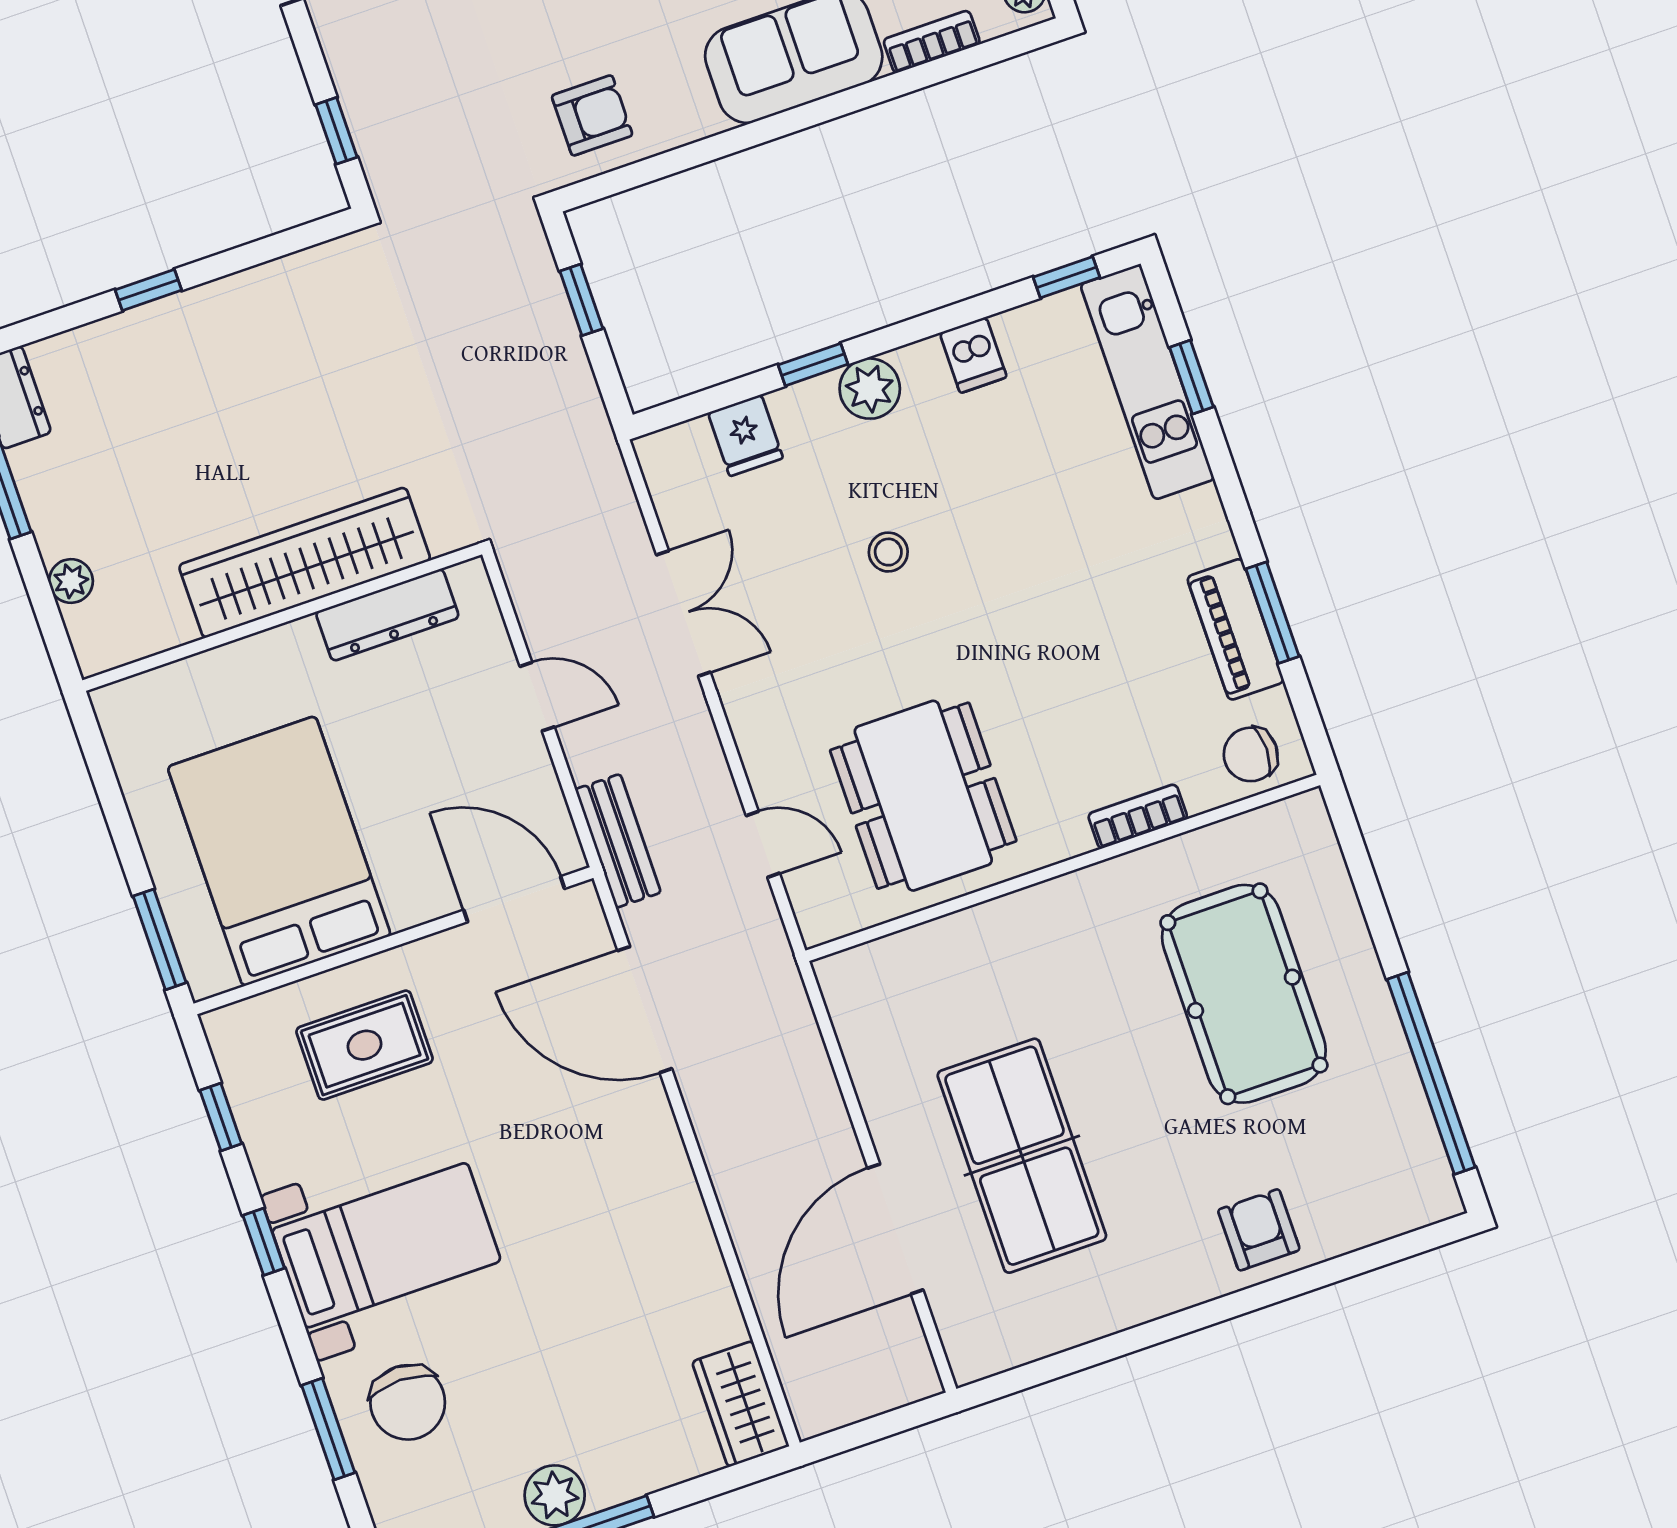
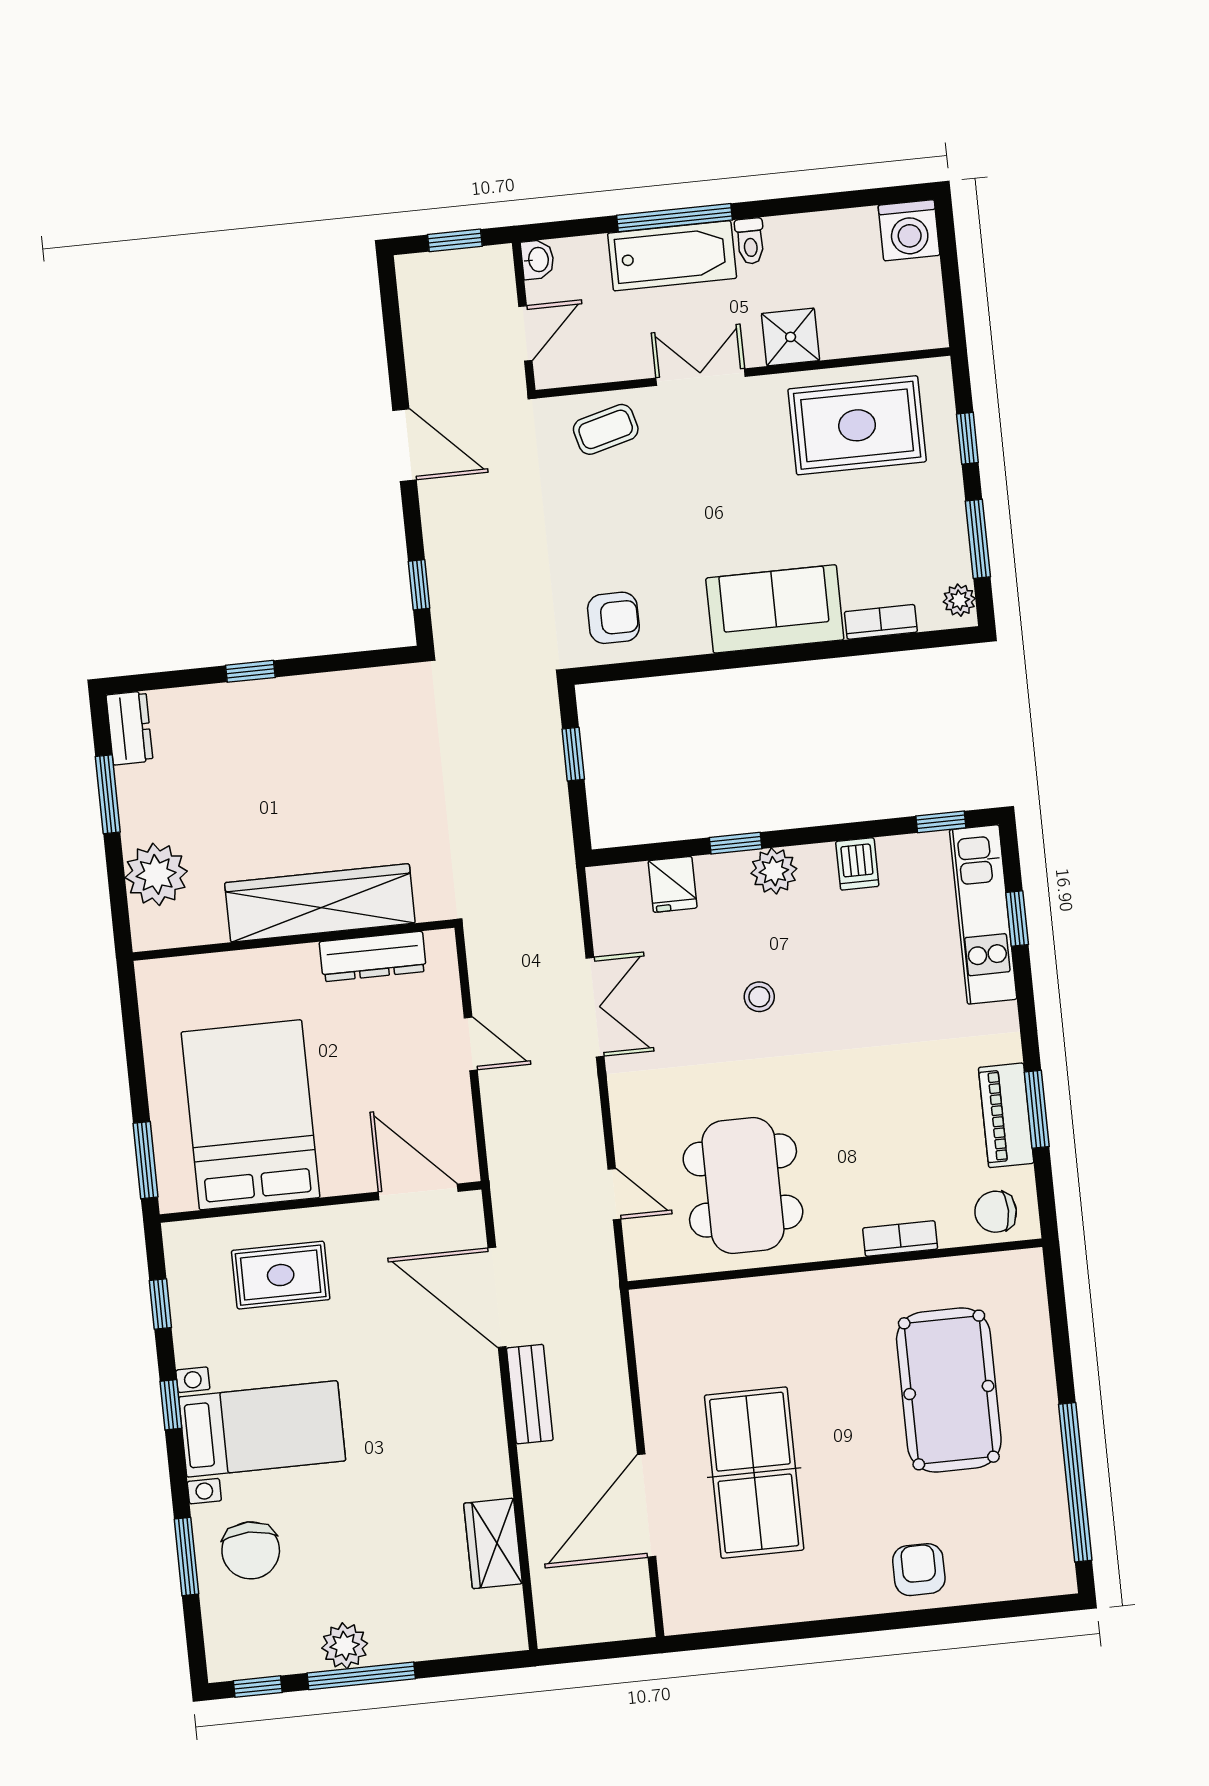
plant: (71, 581) -> (156, 874), width x1.87, depth x1.87
bench: (618, 841) -> (530, 1394), moved
wardrobe: (740, 1404) -> (493, 1543), moved

